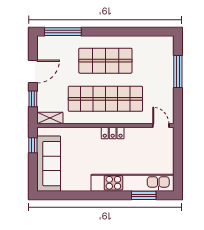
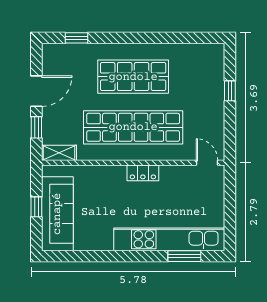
window: (63, 32) -> (76, 38), width x0.46
window: (178, 71) -> (230, 91), width x0.46
window: (33, 145) -> (36, 207), moved

